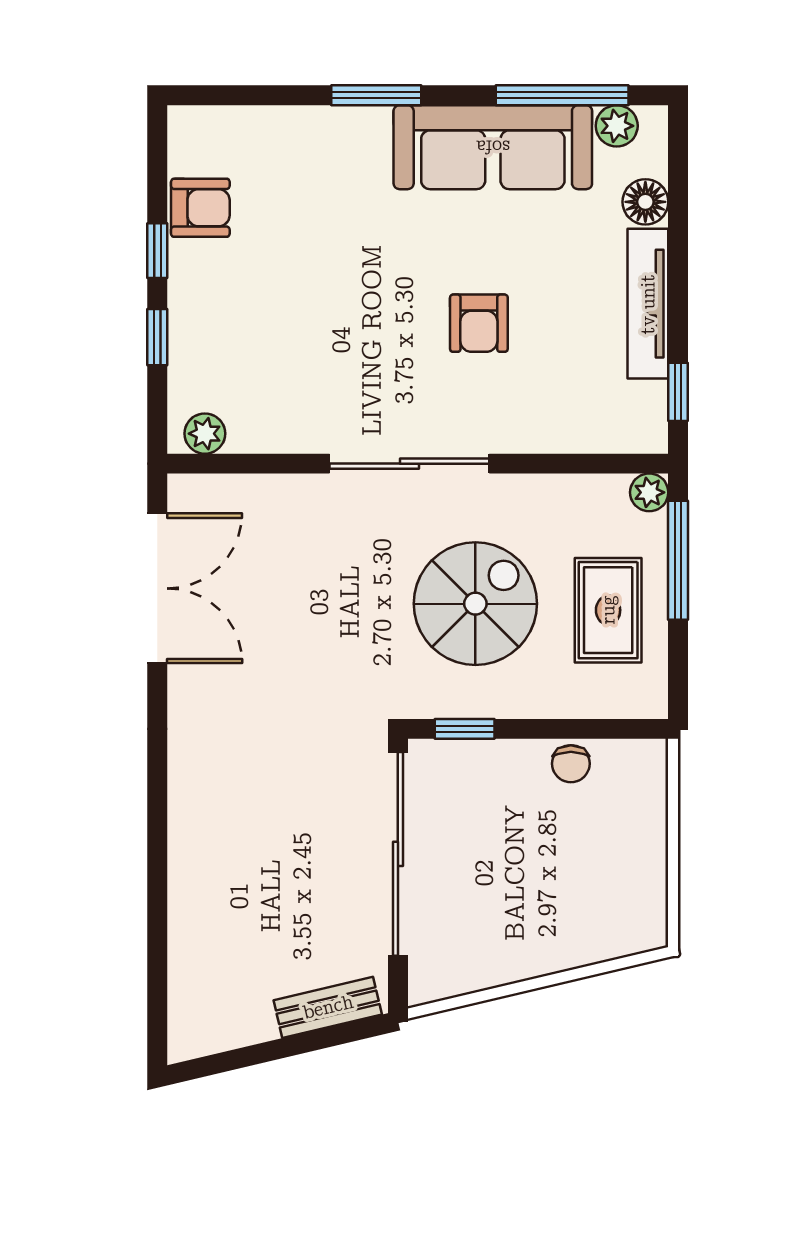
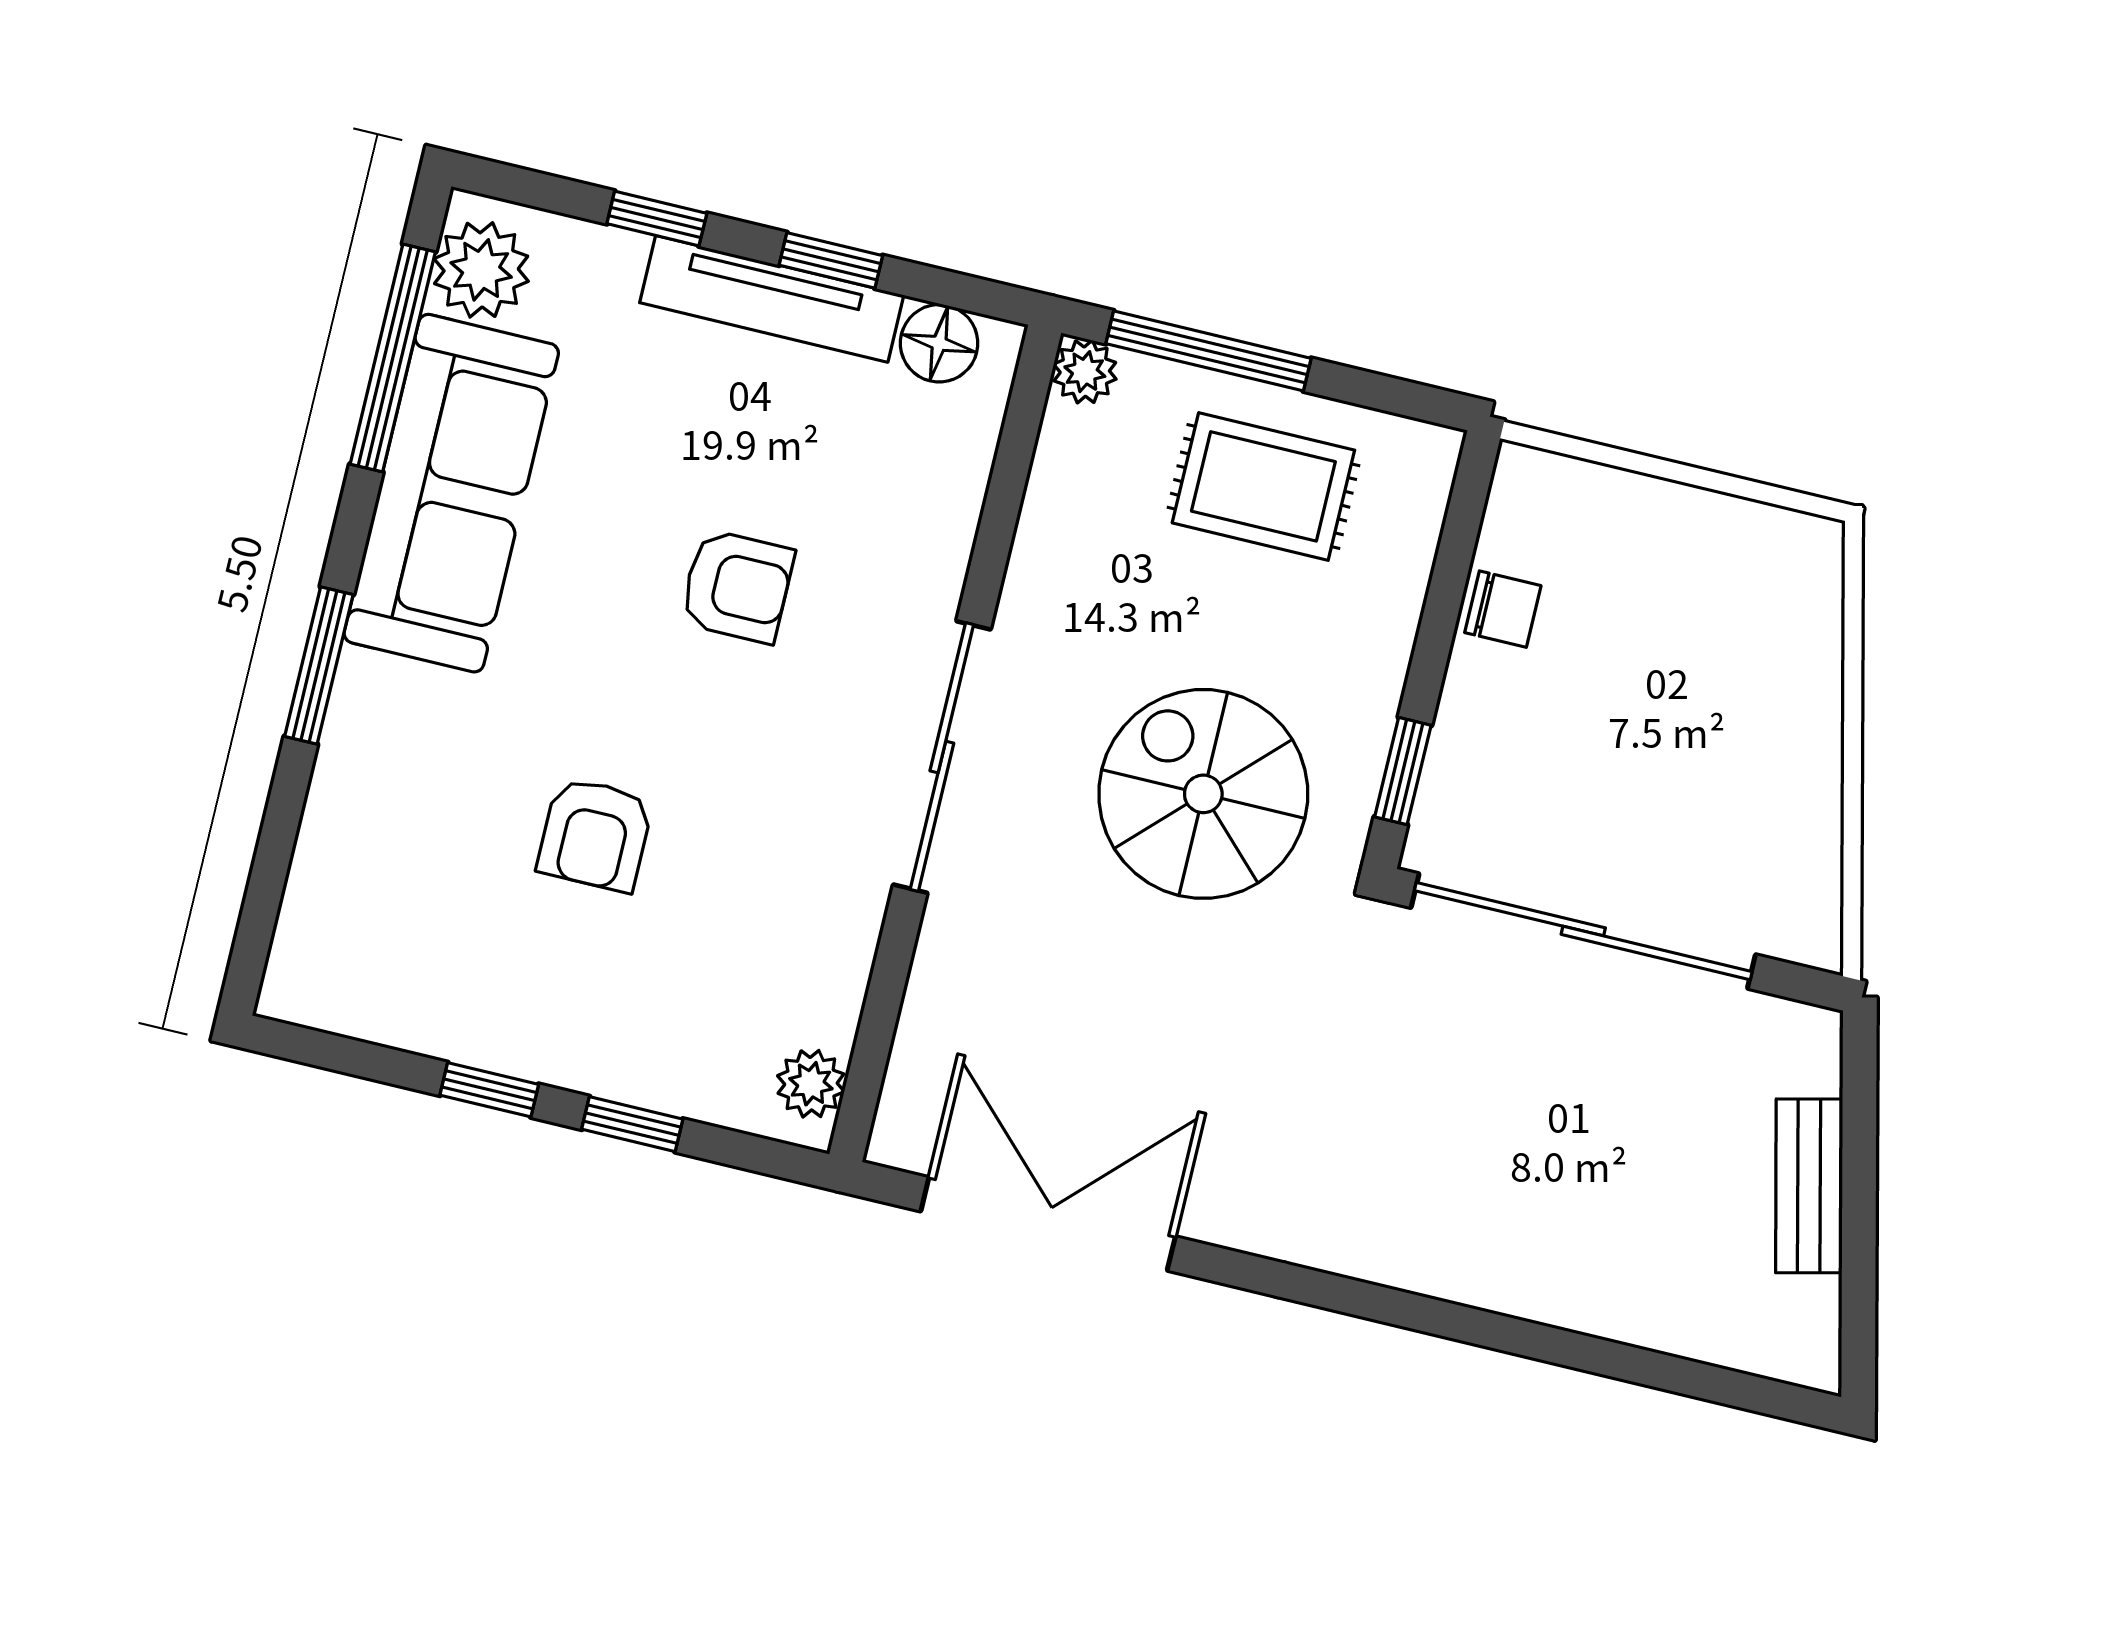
plant: (617, 126) -> (481, 270), width x1.38, depth x1.38
floor lamp: (645, 202) -> (939, 343), moved
armchair: (200, 208) -> (595, 834), moved, turned 180
window: (678, 227) -> (657, 218), added
window: (678, 392) -> (831, 260), moved
spiral stairs: (475, 604) -> (1203, 794), moved
bench: (328, 1007) -> (1809, 1186), moved

